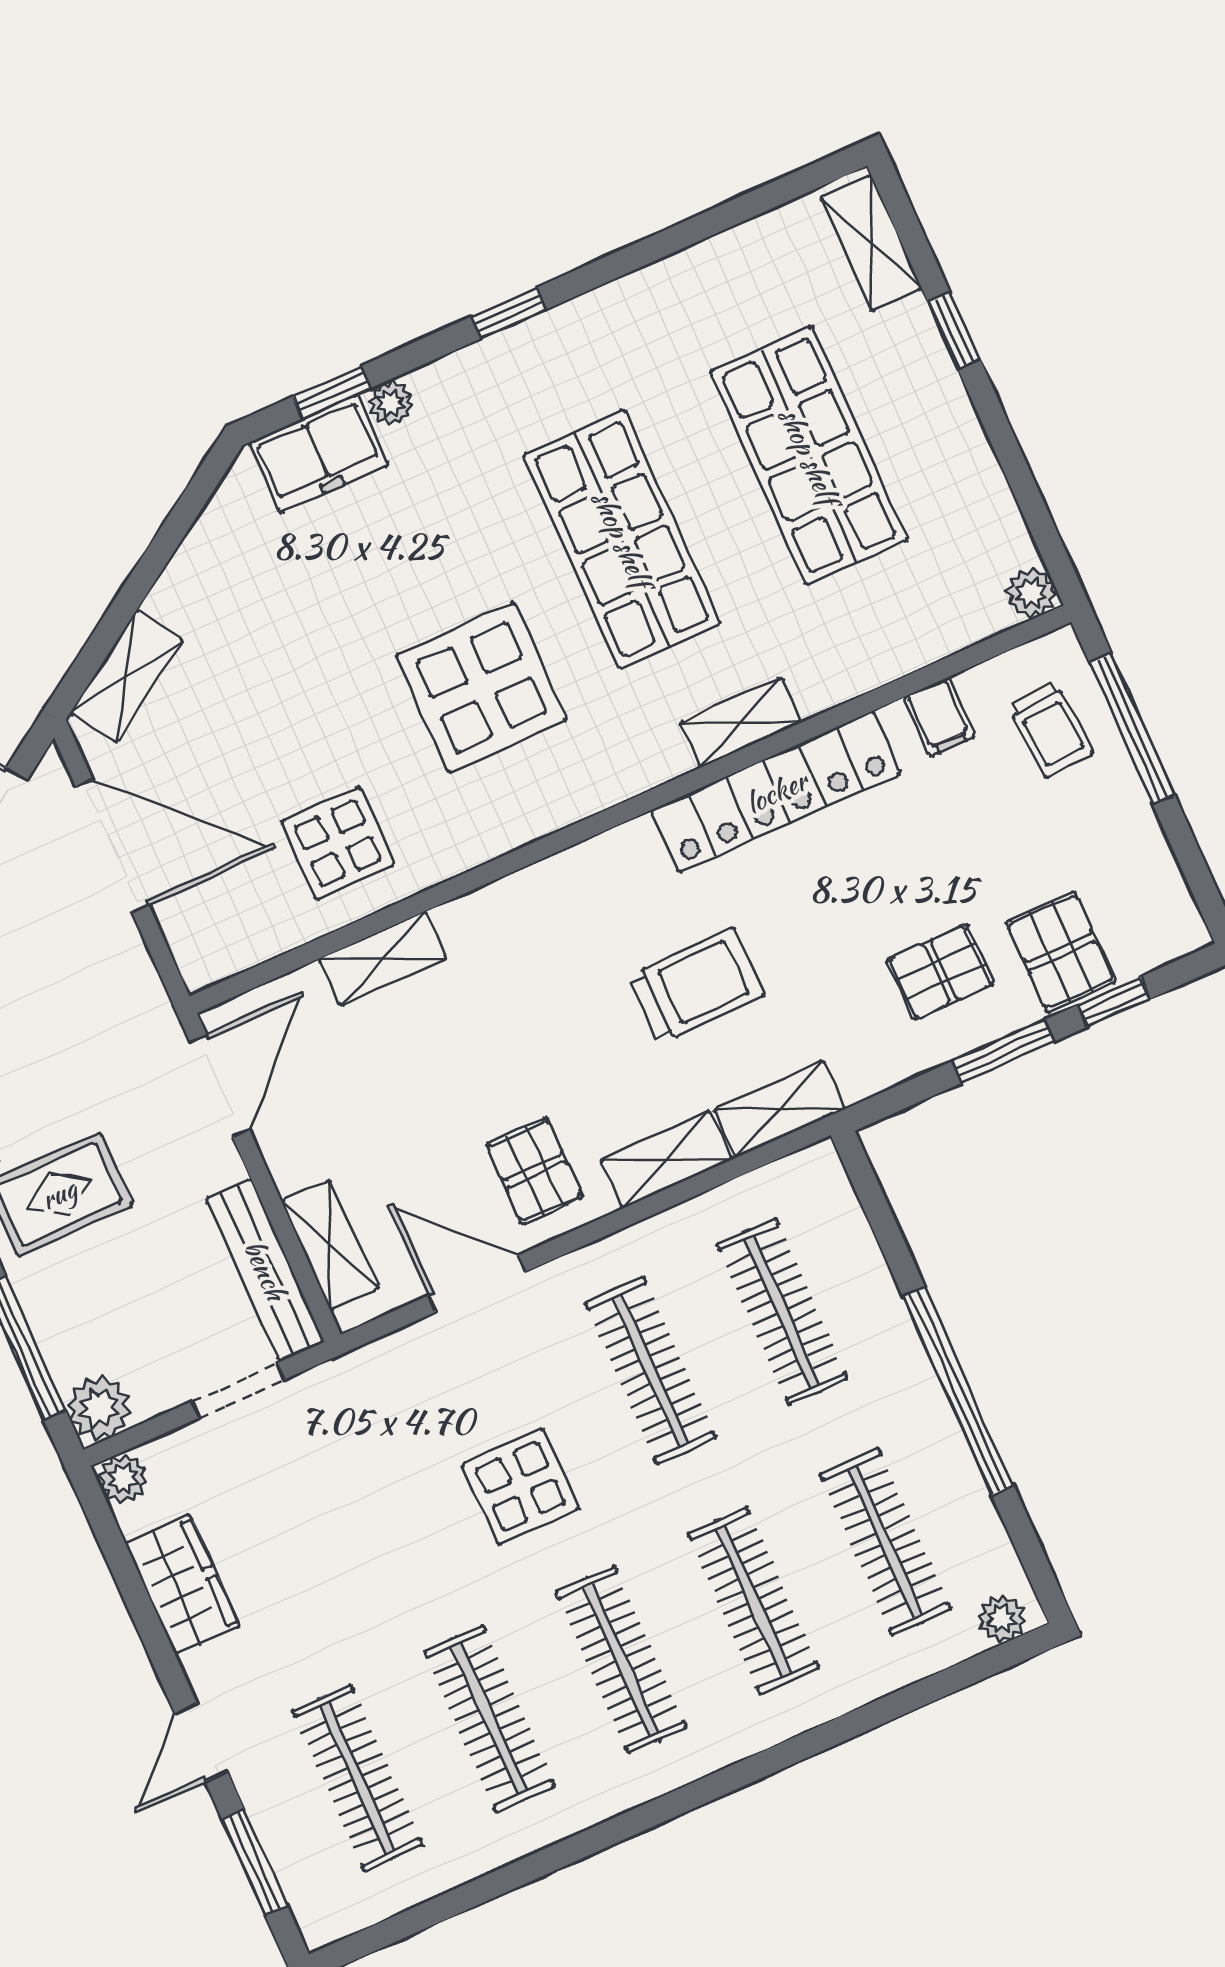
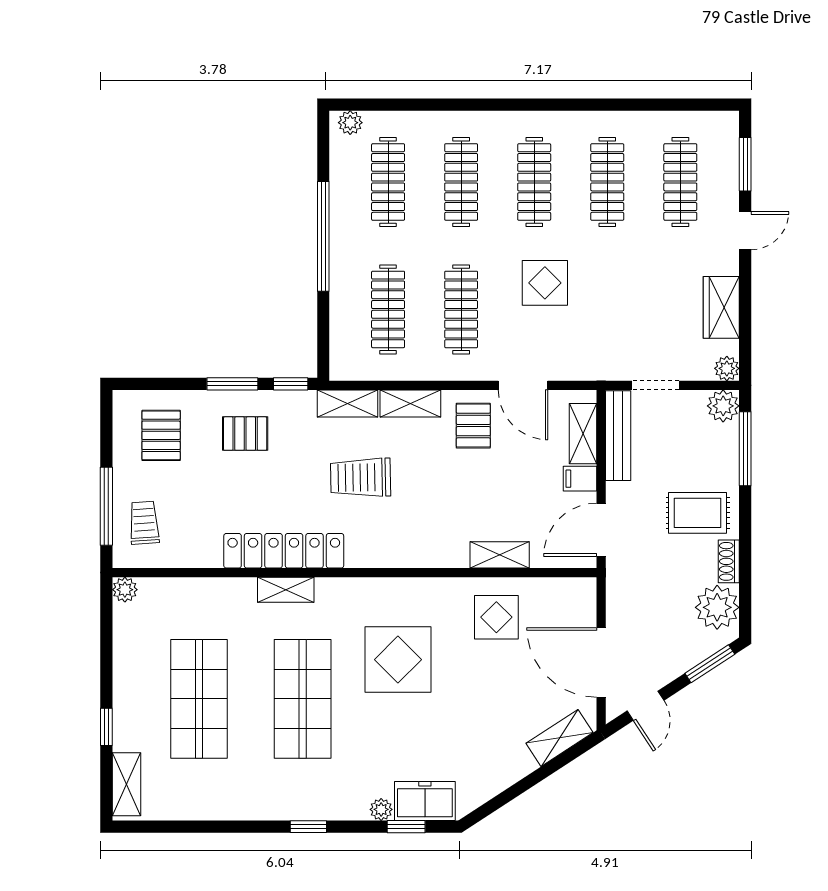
filing cabinet: (939, 717) -> (580, 479), moved, turned -90
pallet: (1061, 952) -> (161, 435), moved
window: (1114, 1002) -> (291, 384), moved

